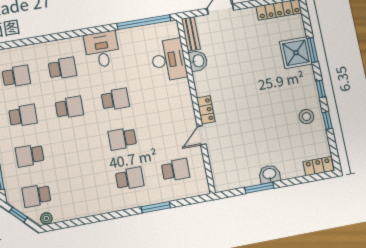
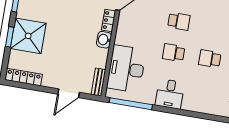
shower: (296, 53) -> (28, 36), width x1.37, depth x1.37
desk: (169, 60) -> (126, 69), width x1.36, depth x1.30
washbasin: (198, 61) -> (104, 40), moved
school desk: (62, 68) -> (205, 90), removed

